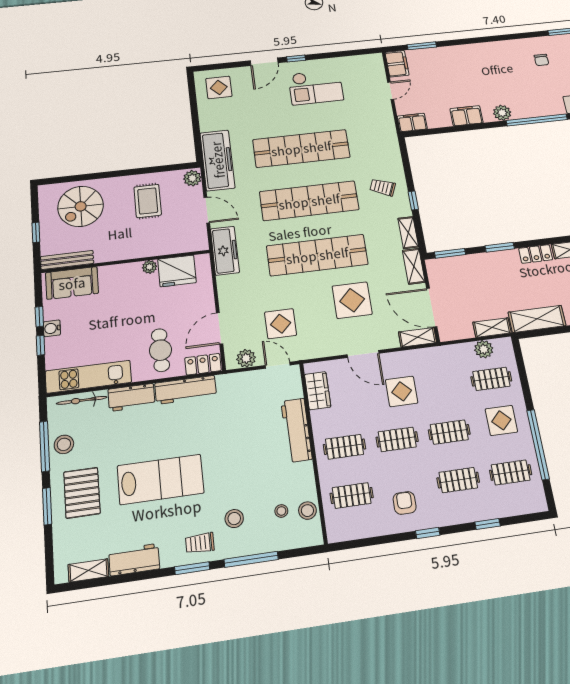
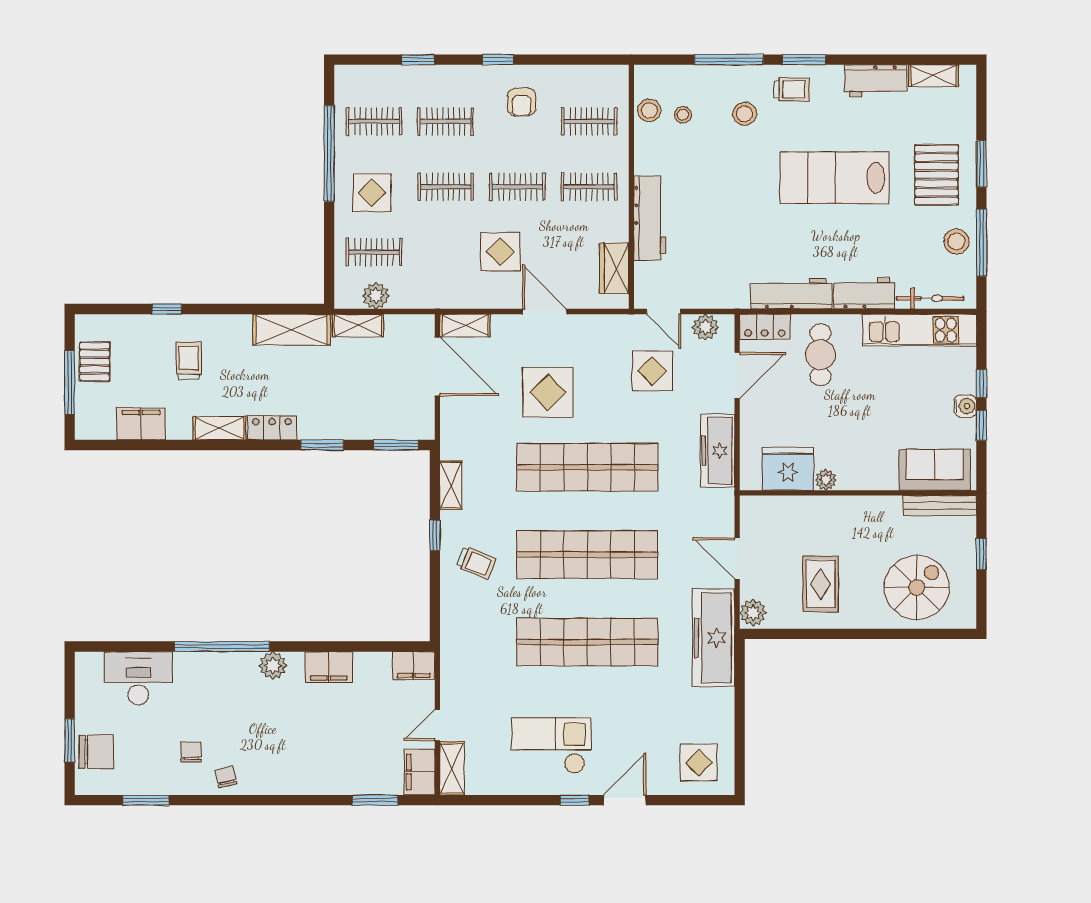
chair: (517, 49) -> (226, 777), added
freezer: (225, 251) -> (718, 451), moved
shelving: (414, 266) -> (452, 768), moved

